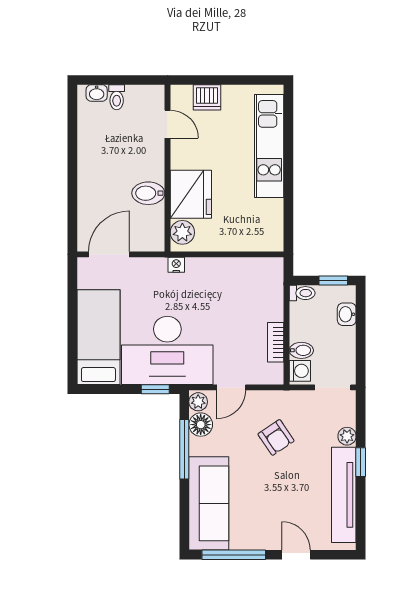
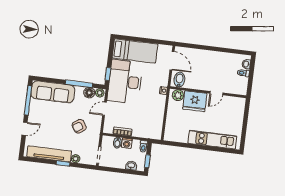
dishwasher: (207, 97) -> (238, 114), removed
door: (168, 124) -> (216, 93), moved
bidet: (148, 193) -> (179, 80), moved
washing machine: (300, 371) -> (127, 143), moved
door: (231, 387) -> (104, 109), hinge flipped

